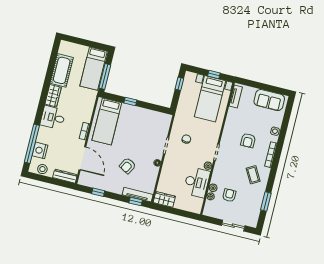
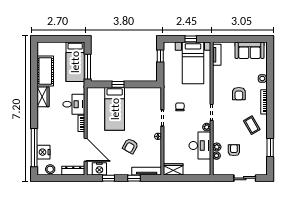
desk: (53, 118) -> (74, 104), moved, turned 180
bed: (107, 121) -> (115, 109), moved
nightstand: (91, 181) -> (99, 169), added
window: (136, 201) -> (134, 178), moved

